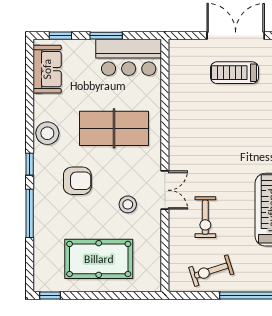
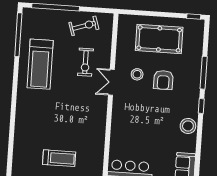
table tennis table: (114, 128) -> (143, 126), removed
armchair: (77, 181) -> (163, 80), moved, turned -90
exercise bike: (205, 217) -> (85, 62), turned 180

